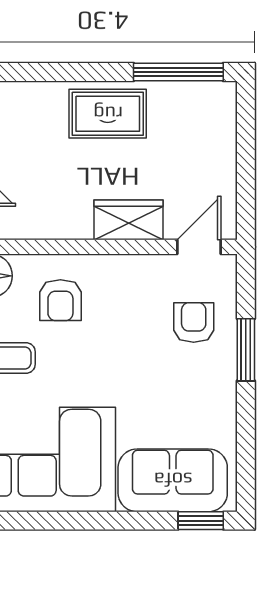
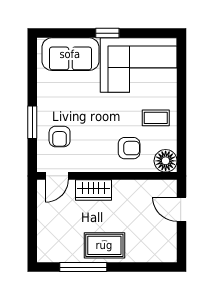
window: (178, 72) -> (83, 267), moved
armchair: (60, 300) -> (129, 148), turned 90
window: (201, 521) -> (107, 33), moved

